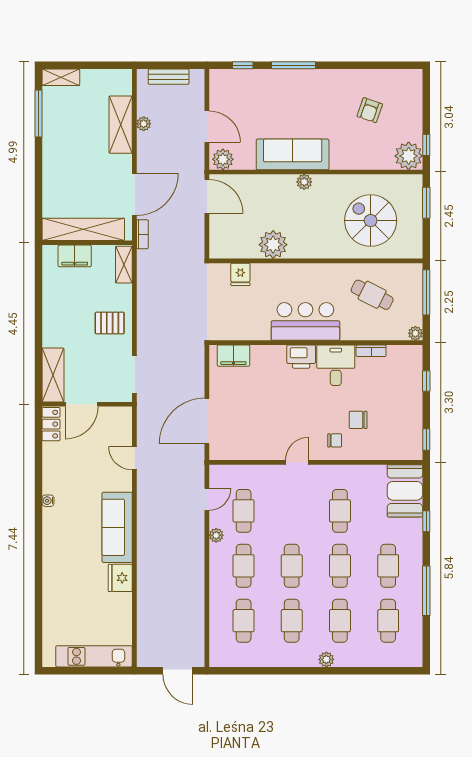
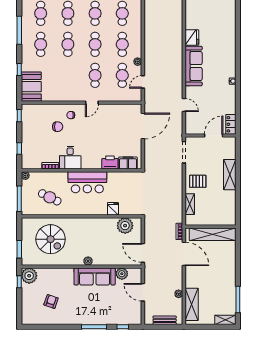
shelving: (121, 125) -> (192, 304), moved
plant: (223, 159) -> (122, 274), moved
door: (134, 194) -> (184, 254), swing flipped
plant: (273, 245) -> (125, 226), moved
filing cabinet: (75, 256) -> (218, 219), removed
shelving: (124, 265) -> (190, 204), moved
fridge: (240, 274) -> (113, 209), moved
printer: (301, 357) -> (110, 162), moved
shelving: (53, 375) -> (230, 175), moved
cafe table: (340, 511) -> (95, 75), moved

